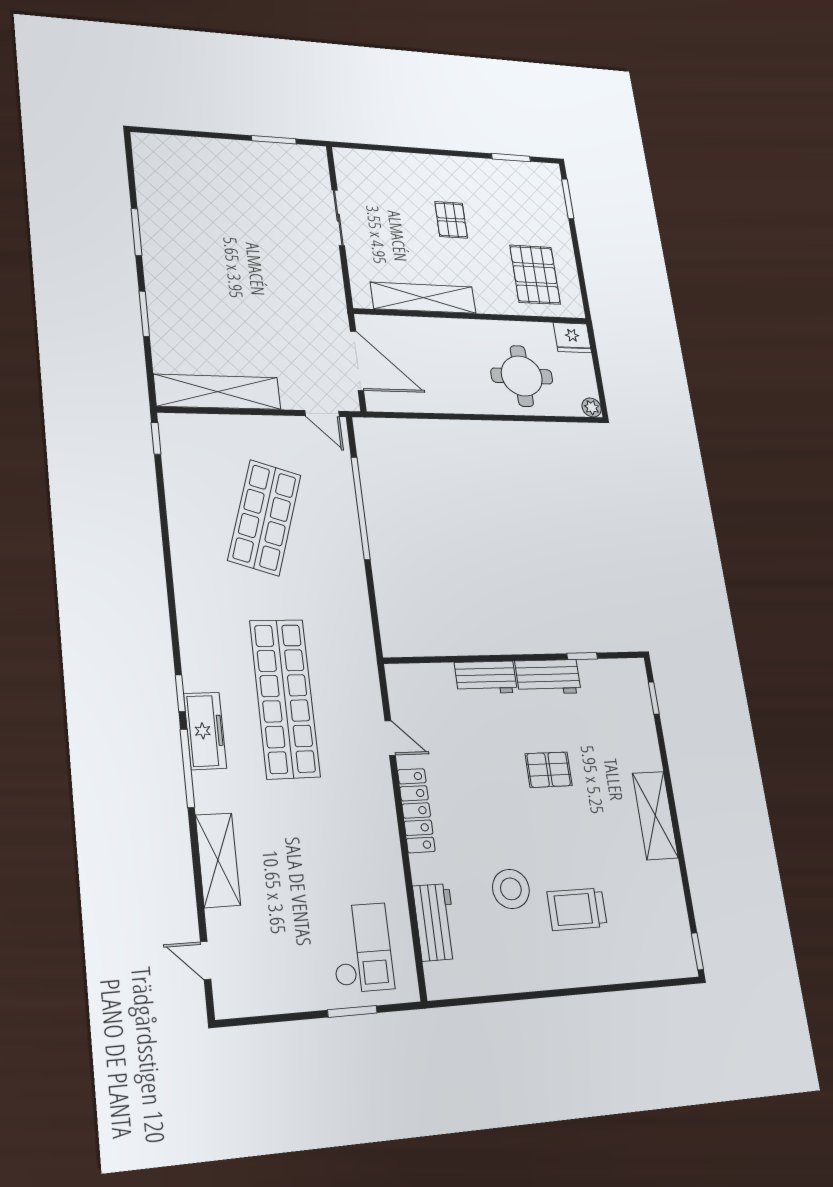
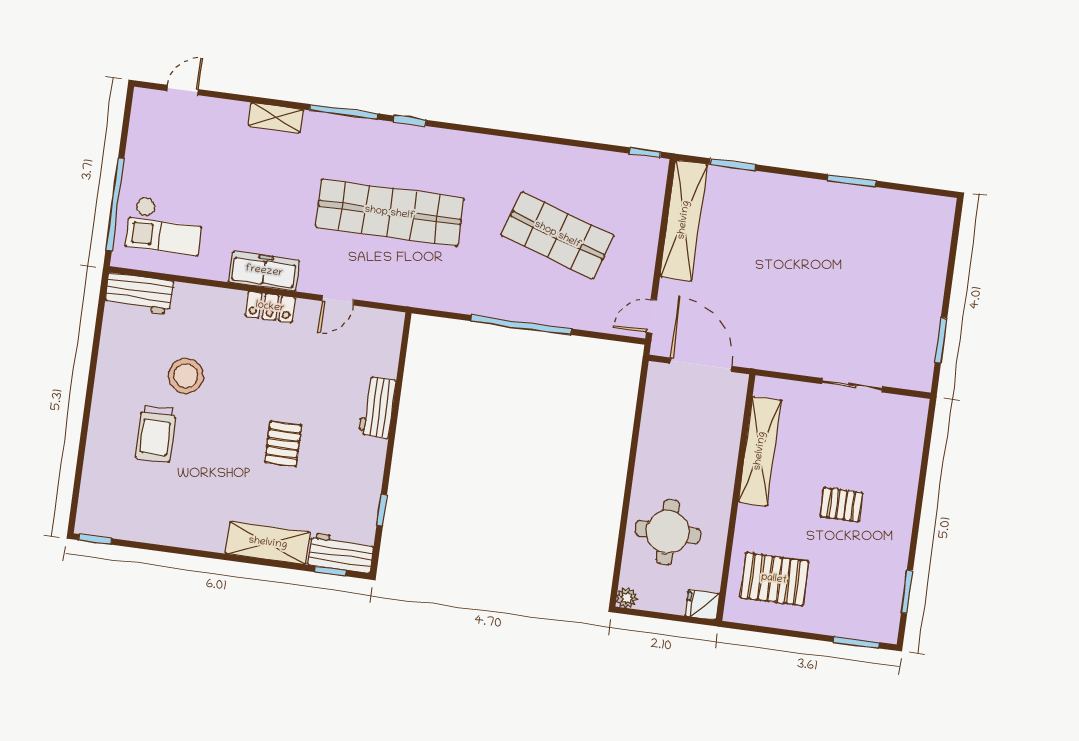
window: (144, 314) -> (733, 164), moved
fridge: (572, 338) -> (702, 605), width x0.72
door: (357, 361) -> (701, 365), swing flipped
window: (361, 508) -> (521, 325), moved
workbench: (548, 677) -> (341, 553), moved, turned 90
freezer: (205, 731) -> (264, 271), moved, turned 180
locker: (416, 810) -> (270, 307), width x0.66
shelving: (655, 816) -> (268, 543), moved
shelving: (218, 860) -> (276, 118), width x0.67, depth x0.75
trolley: (577, 909) -> (156, 434), turned 180
workbench: (435, 922) -> (139, 293), moved
window: (352, 1011) -> (115, 204), width x2.11

